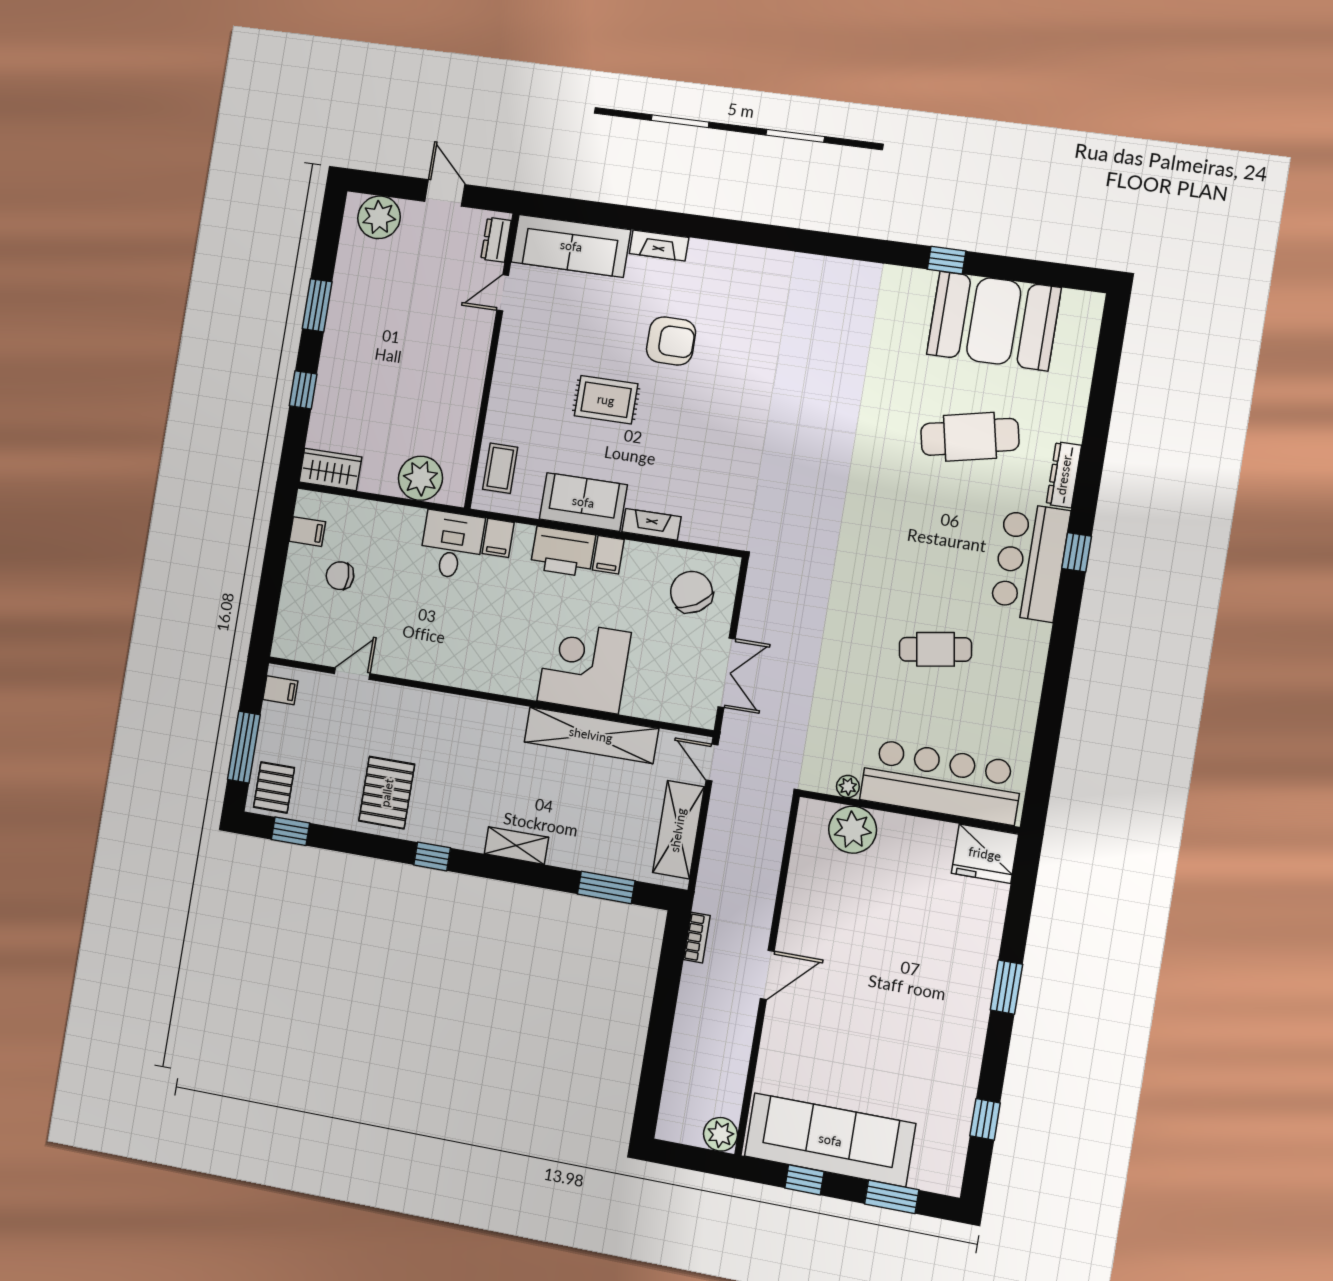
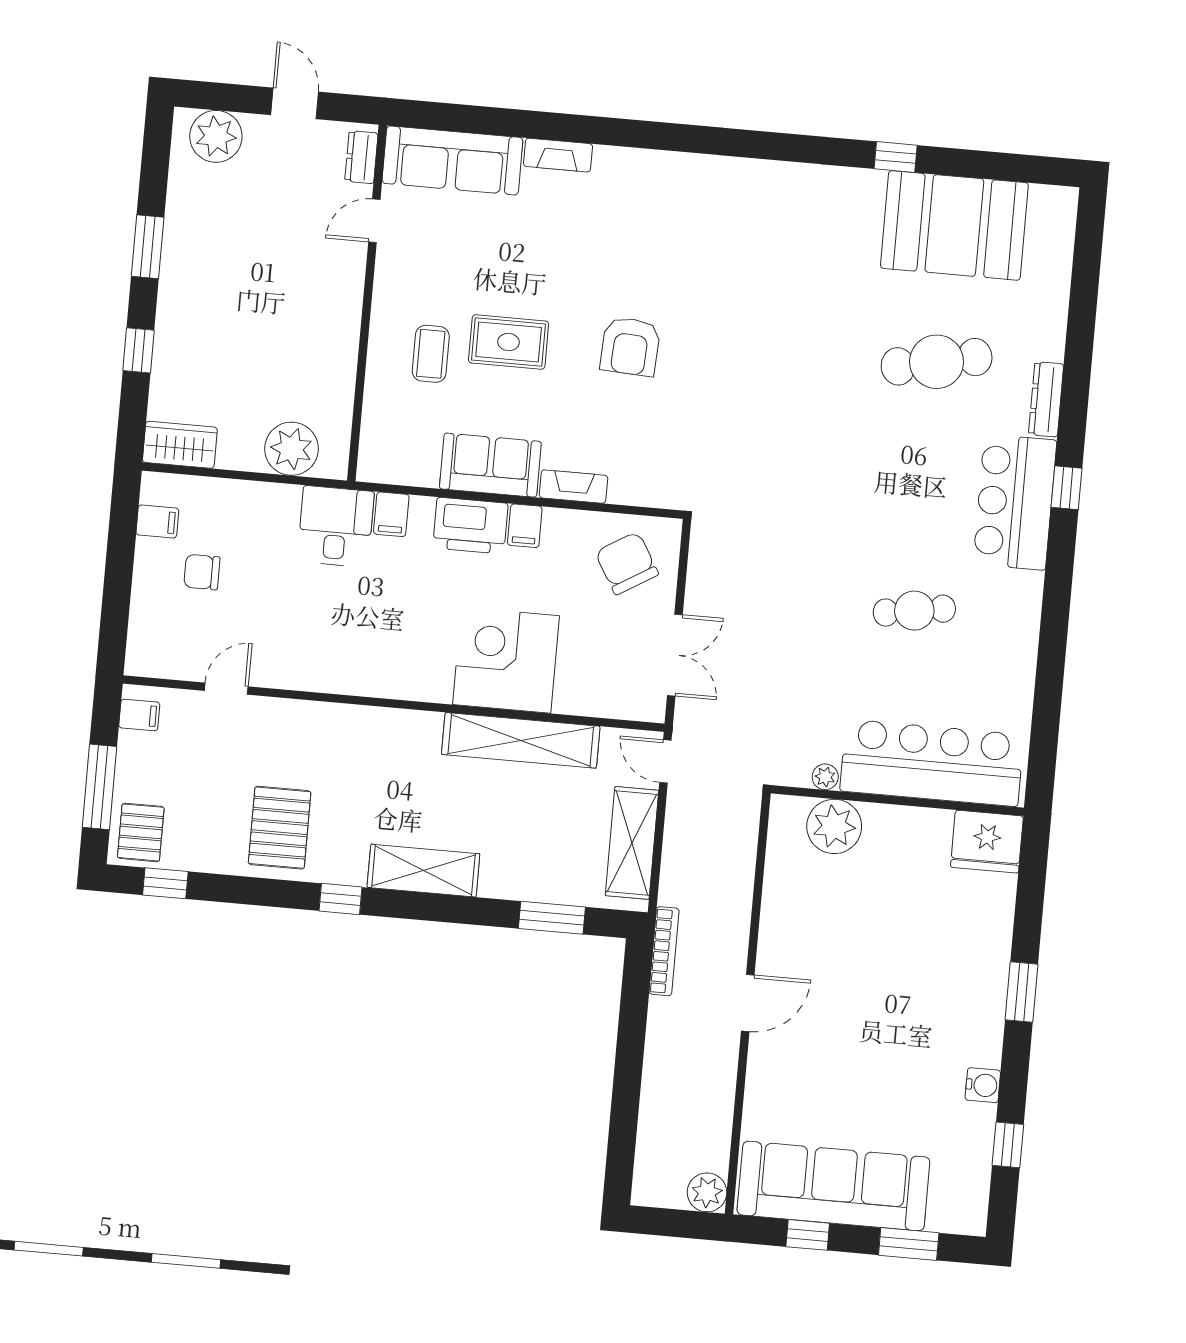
armchair: (671, 341) -> (630, 347), moved, turned 93
coffee table: (500, 468) -> (431, 354), moved
shelving: (516, 846) -> (423, 871), width x1.50, depth x1.33
bookcase: (697, 938) -> (664, 951), width x1.56
water cooler: (967, 1065) -> (983, 1085), added

